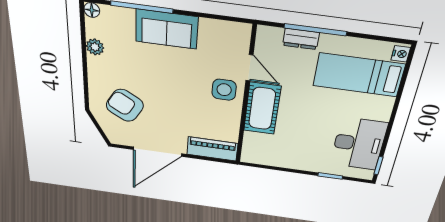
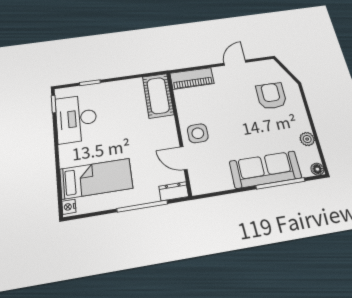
sofa: (167, 29) -> (265, 170), width x1.36
dresser: (301, 39) -> (174, 191), moved
armchair: (125, 105) -> (271, 96), turned -120
cot: (262, 109) -> (158, 96), moved
door: (157, 152) -> (235, 63), width x0.53

